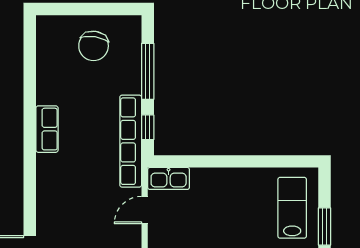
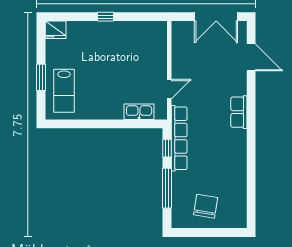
row of seats: (47, 129) -> (239, 112), moved
kitchen sink: (169, 178) -> (139, 112), moved

